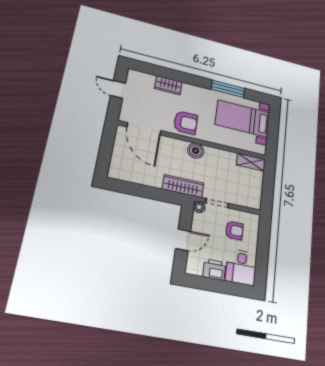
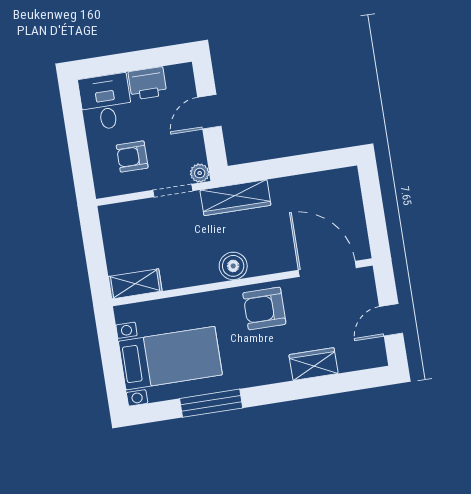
door: (118, 89) -> (391, 320), swing flipped

